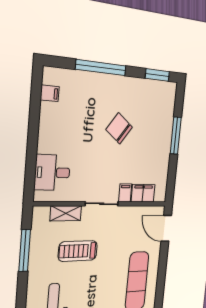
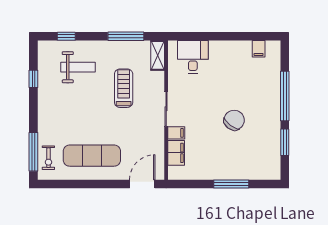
window: (157, 75) -> (285, 142), moved
shelving: (66, 213) -> (158, 55), moved

